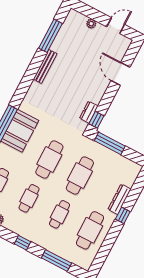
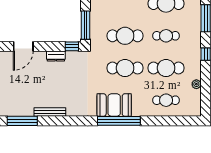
dresser: (89, 112) -> (56, 56), moved
cafe table: (29, 198) -> (166, 68), width x1.37, depth x1.35

